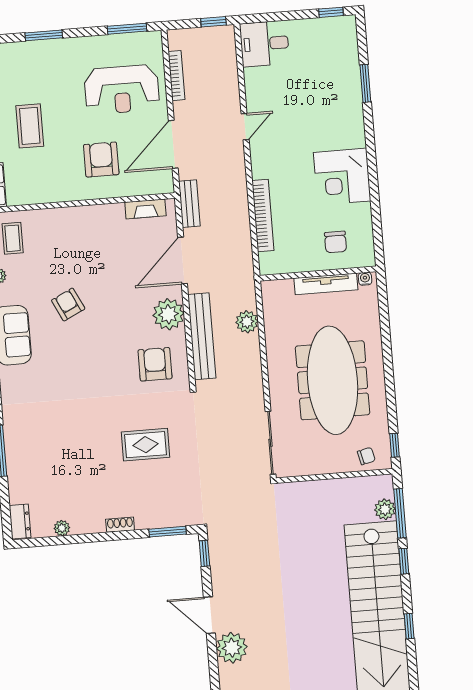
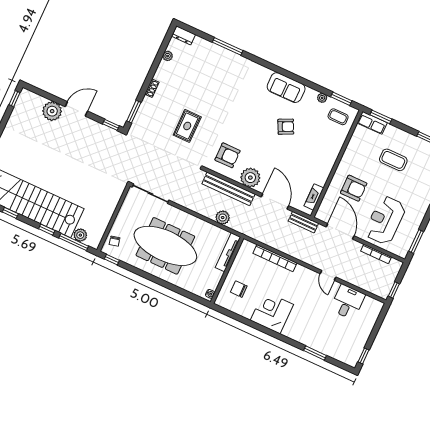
desk: (264, 44) -> (348, 302), moved
tv unit: (326, 284) -> (228, 252), moved

